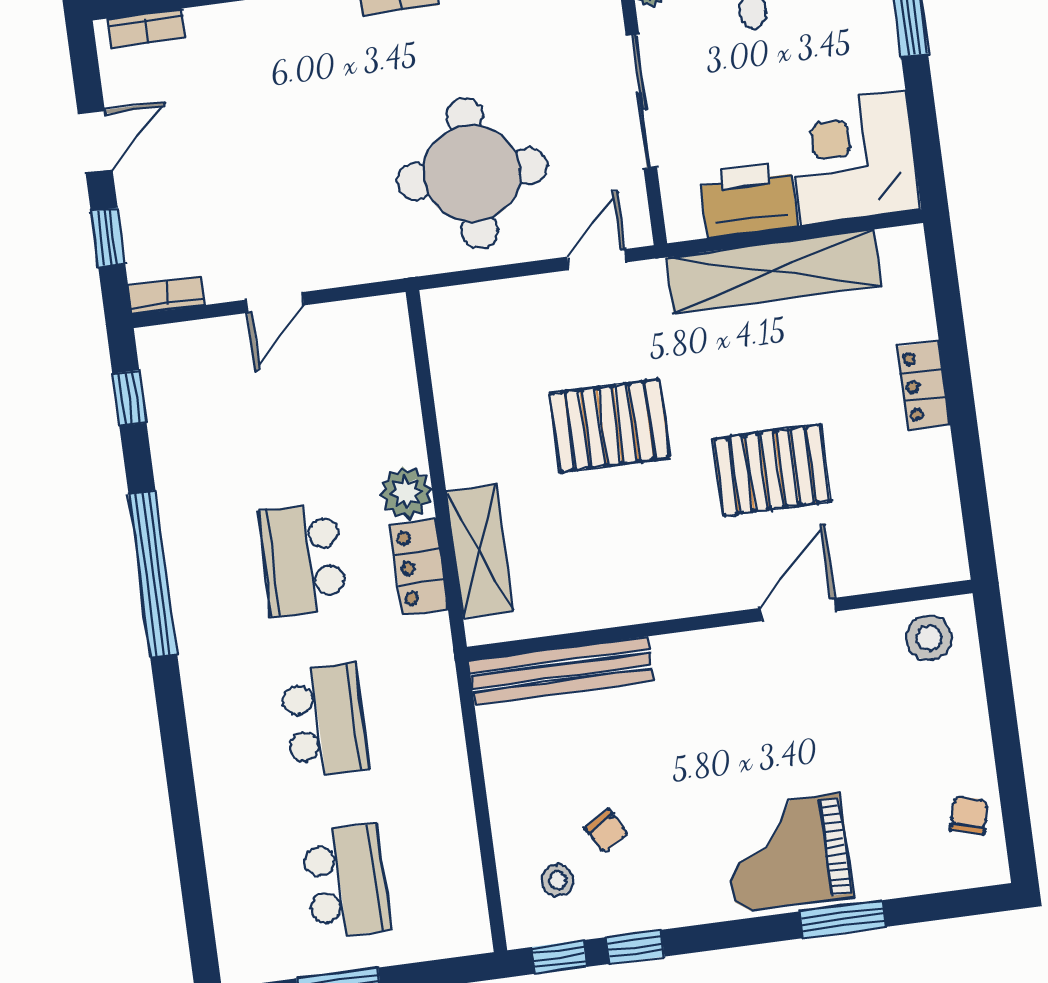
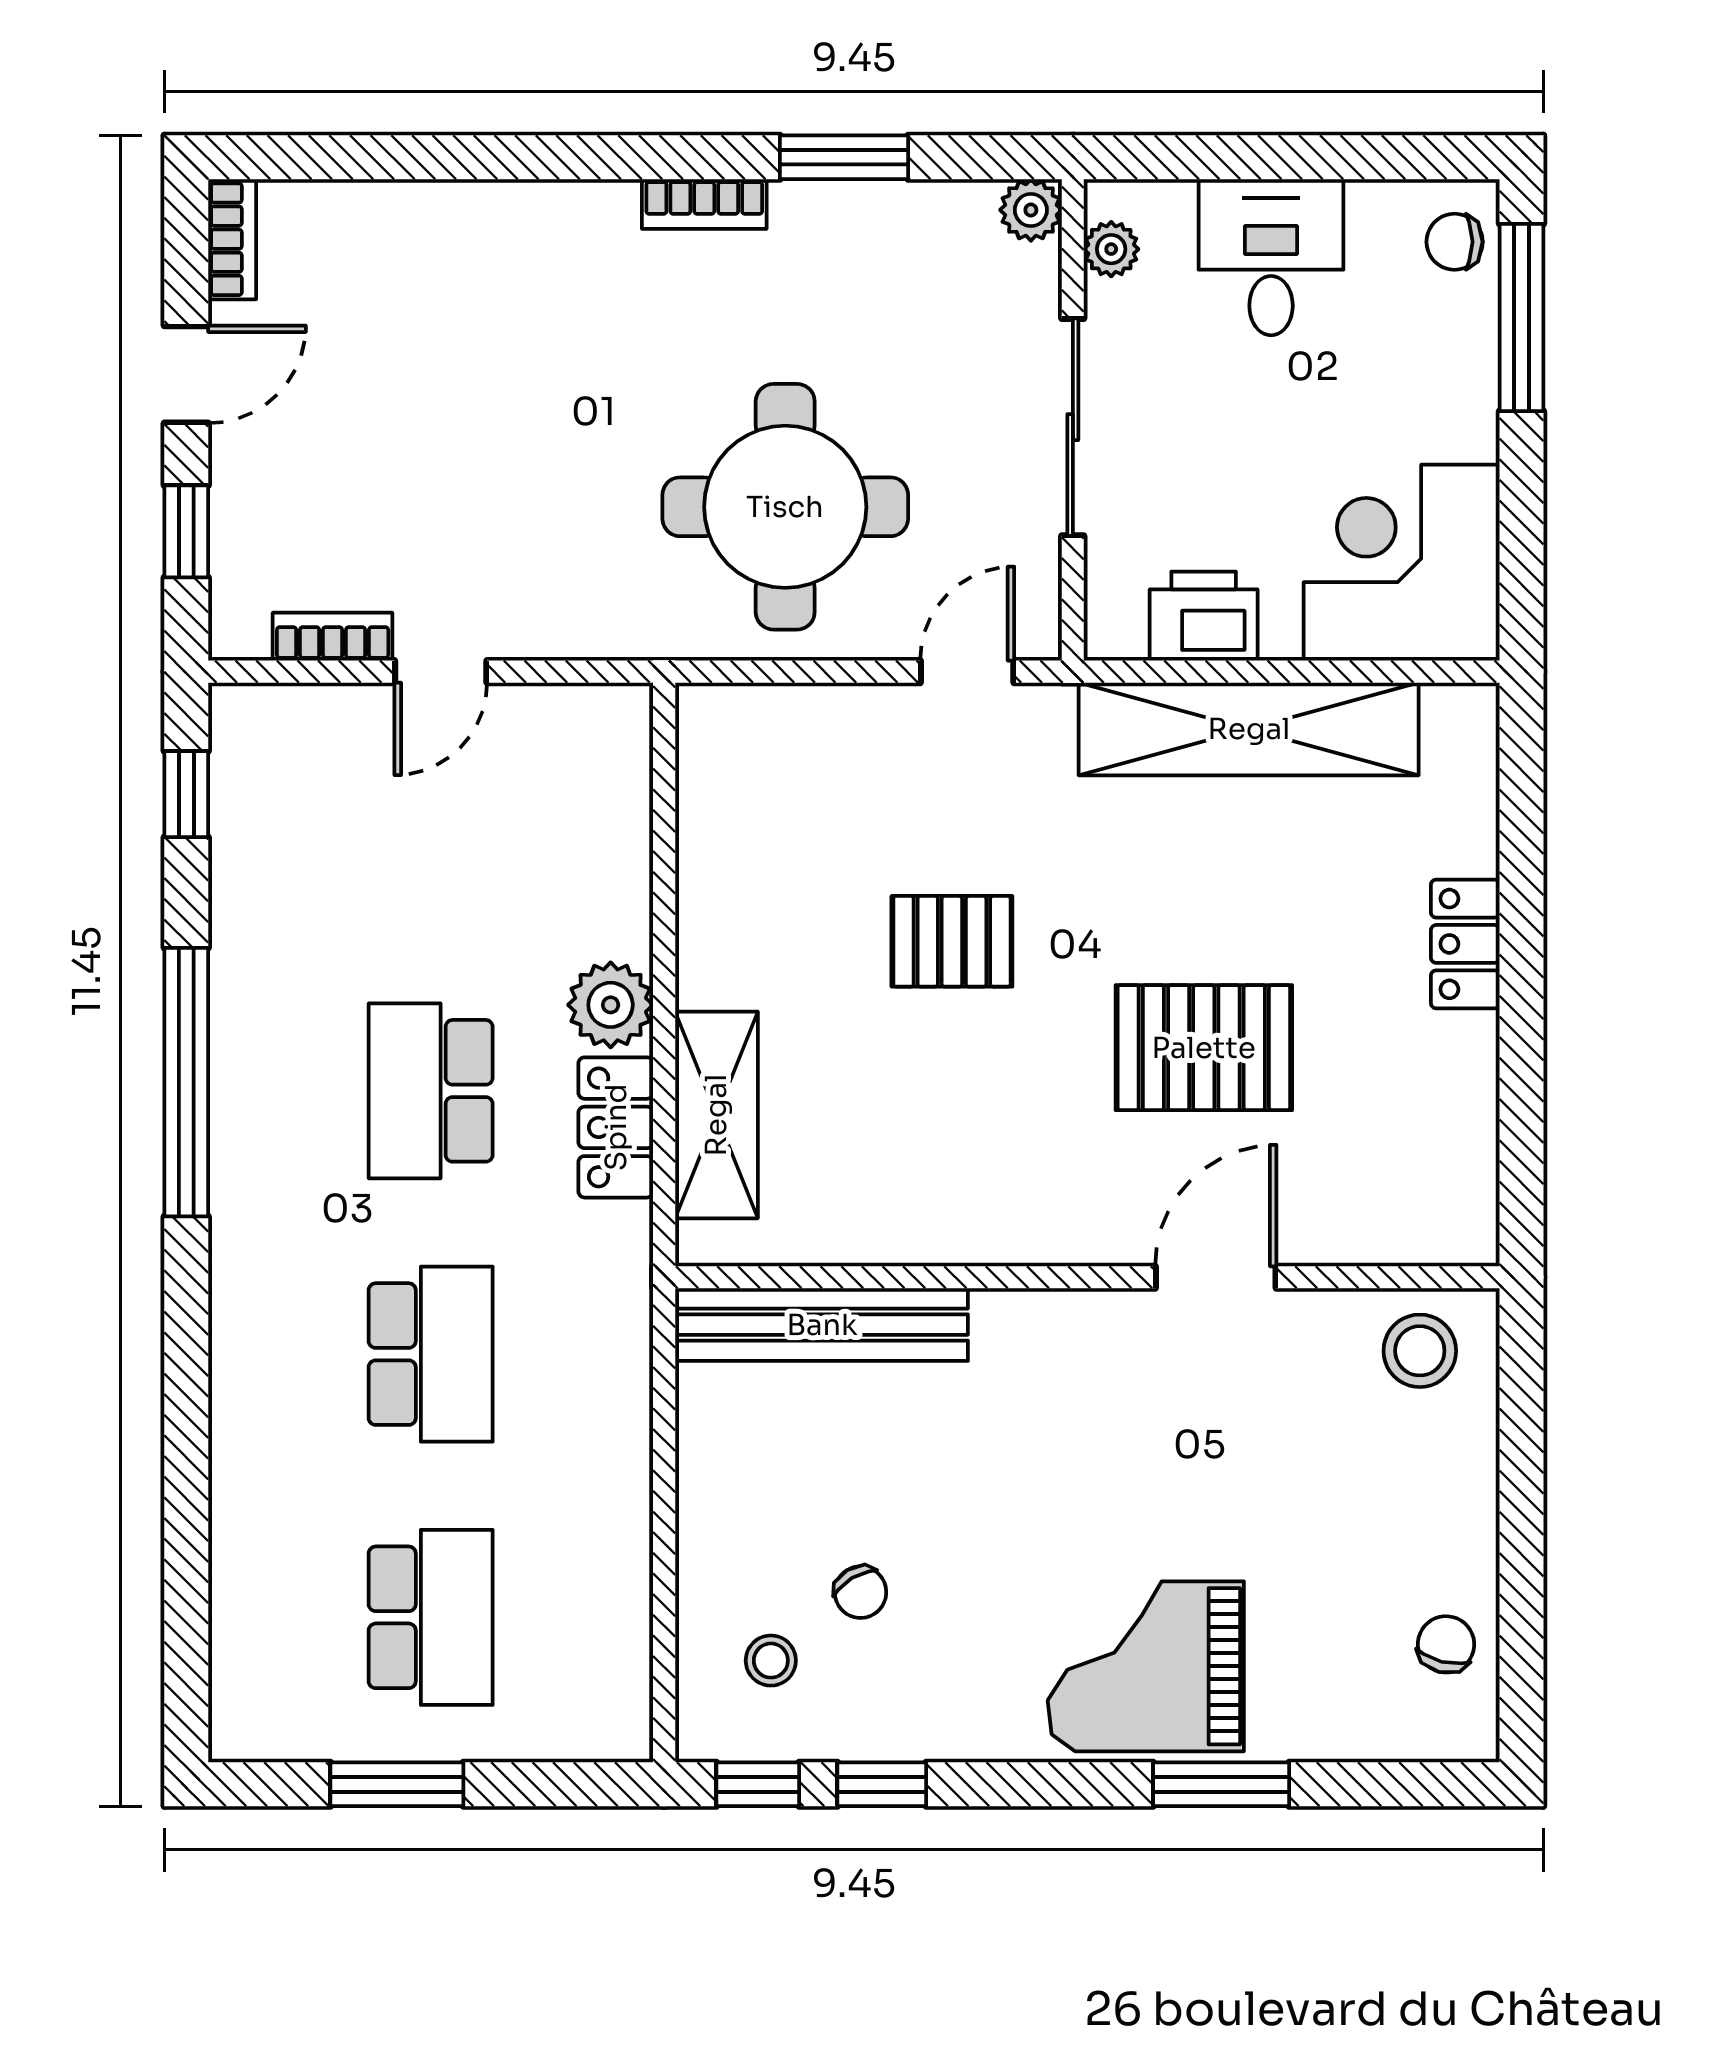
bookcase: (146, 28) -> (232, 239), moved, turned -90
printer: (748, 199) -> (1204, 616), width x0.73, depth x0.84
bookcase: (167, 295) -> (333, 637), moved
pallet: (609, 426) -> (952, 941), width x0.67, depth x0.71

